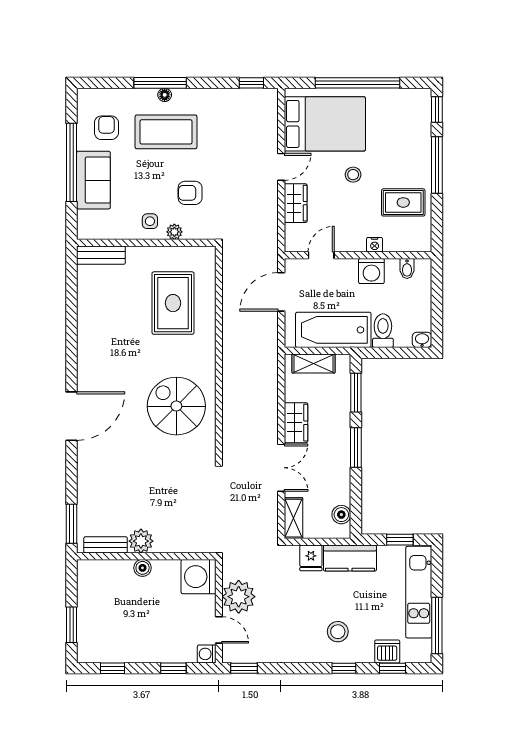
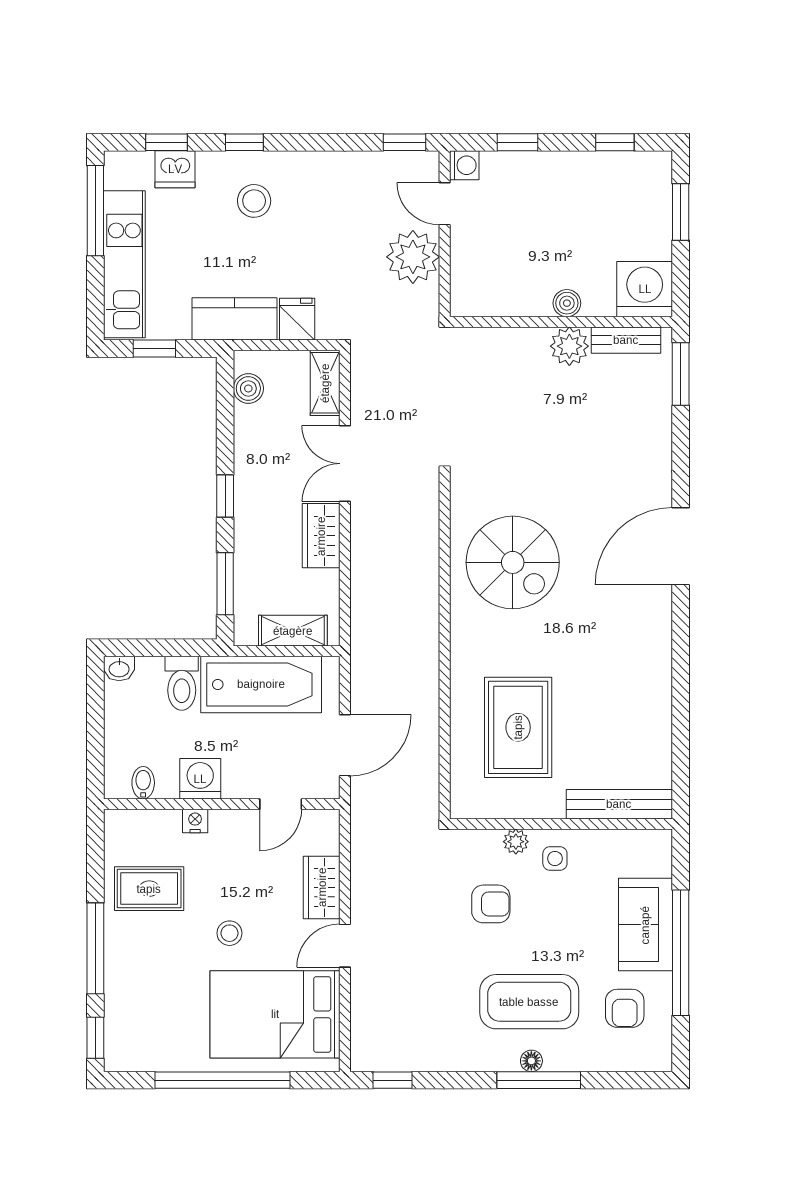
bench: (101, 255) -> (619, 804), width x1.36
window: (356, 447) -> (225, 496), width x0.67
washing machine: (198, 577) -> (645, 289), moved, turned -90

